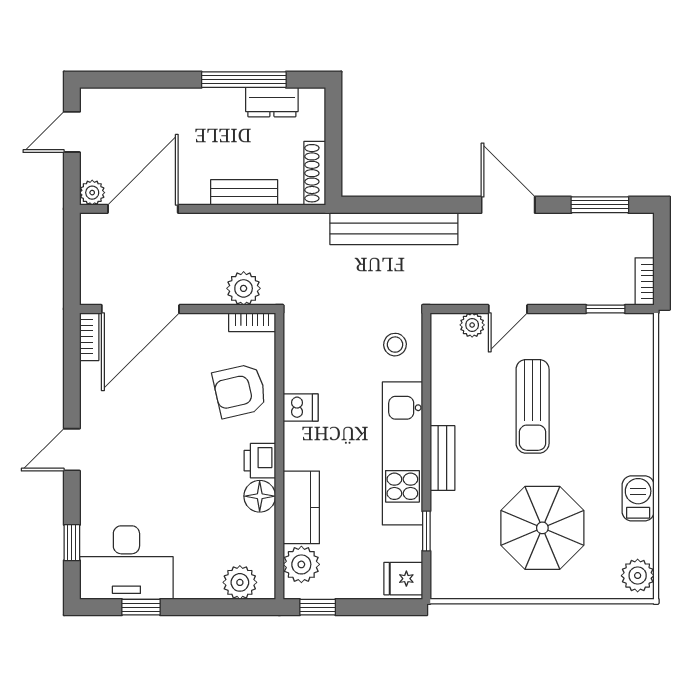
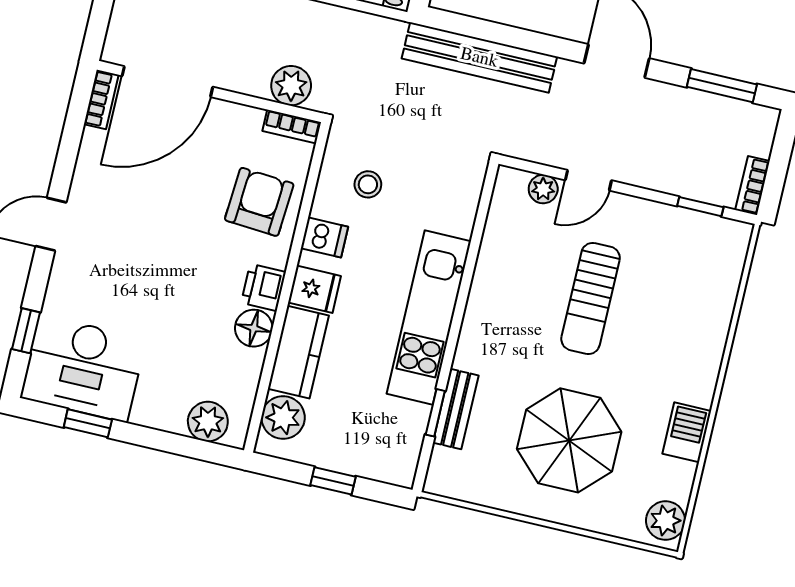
stool: (395, 345) -> (368, 184), moved
armchair: (240, 391) -> (259, 202), turned 107
bench: (442, 458) -> (456, 409), moved
fridge: (403, 579) -> (314, 289), moved, turned 180
window: (318, 607) -> (333, 481), moved

